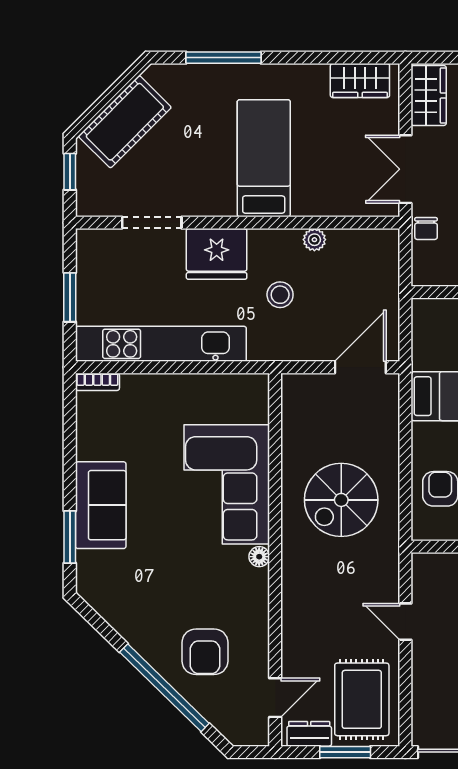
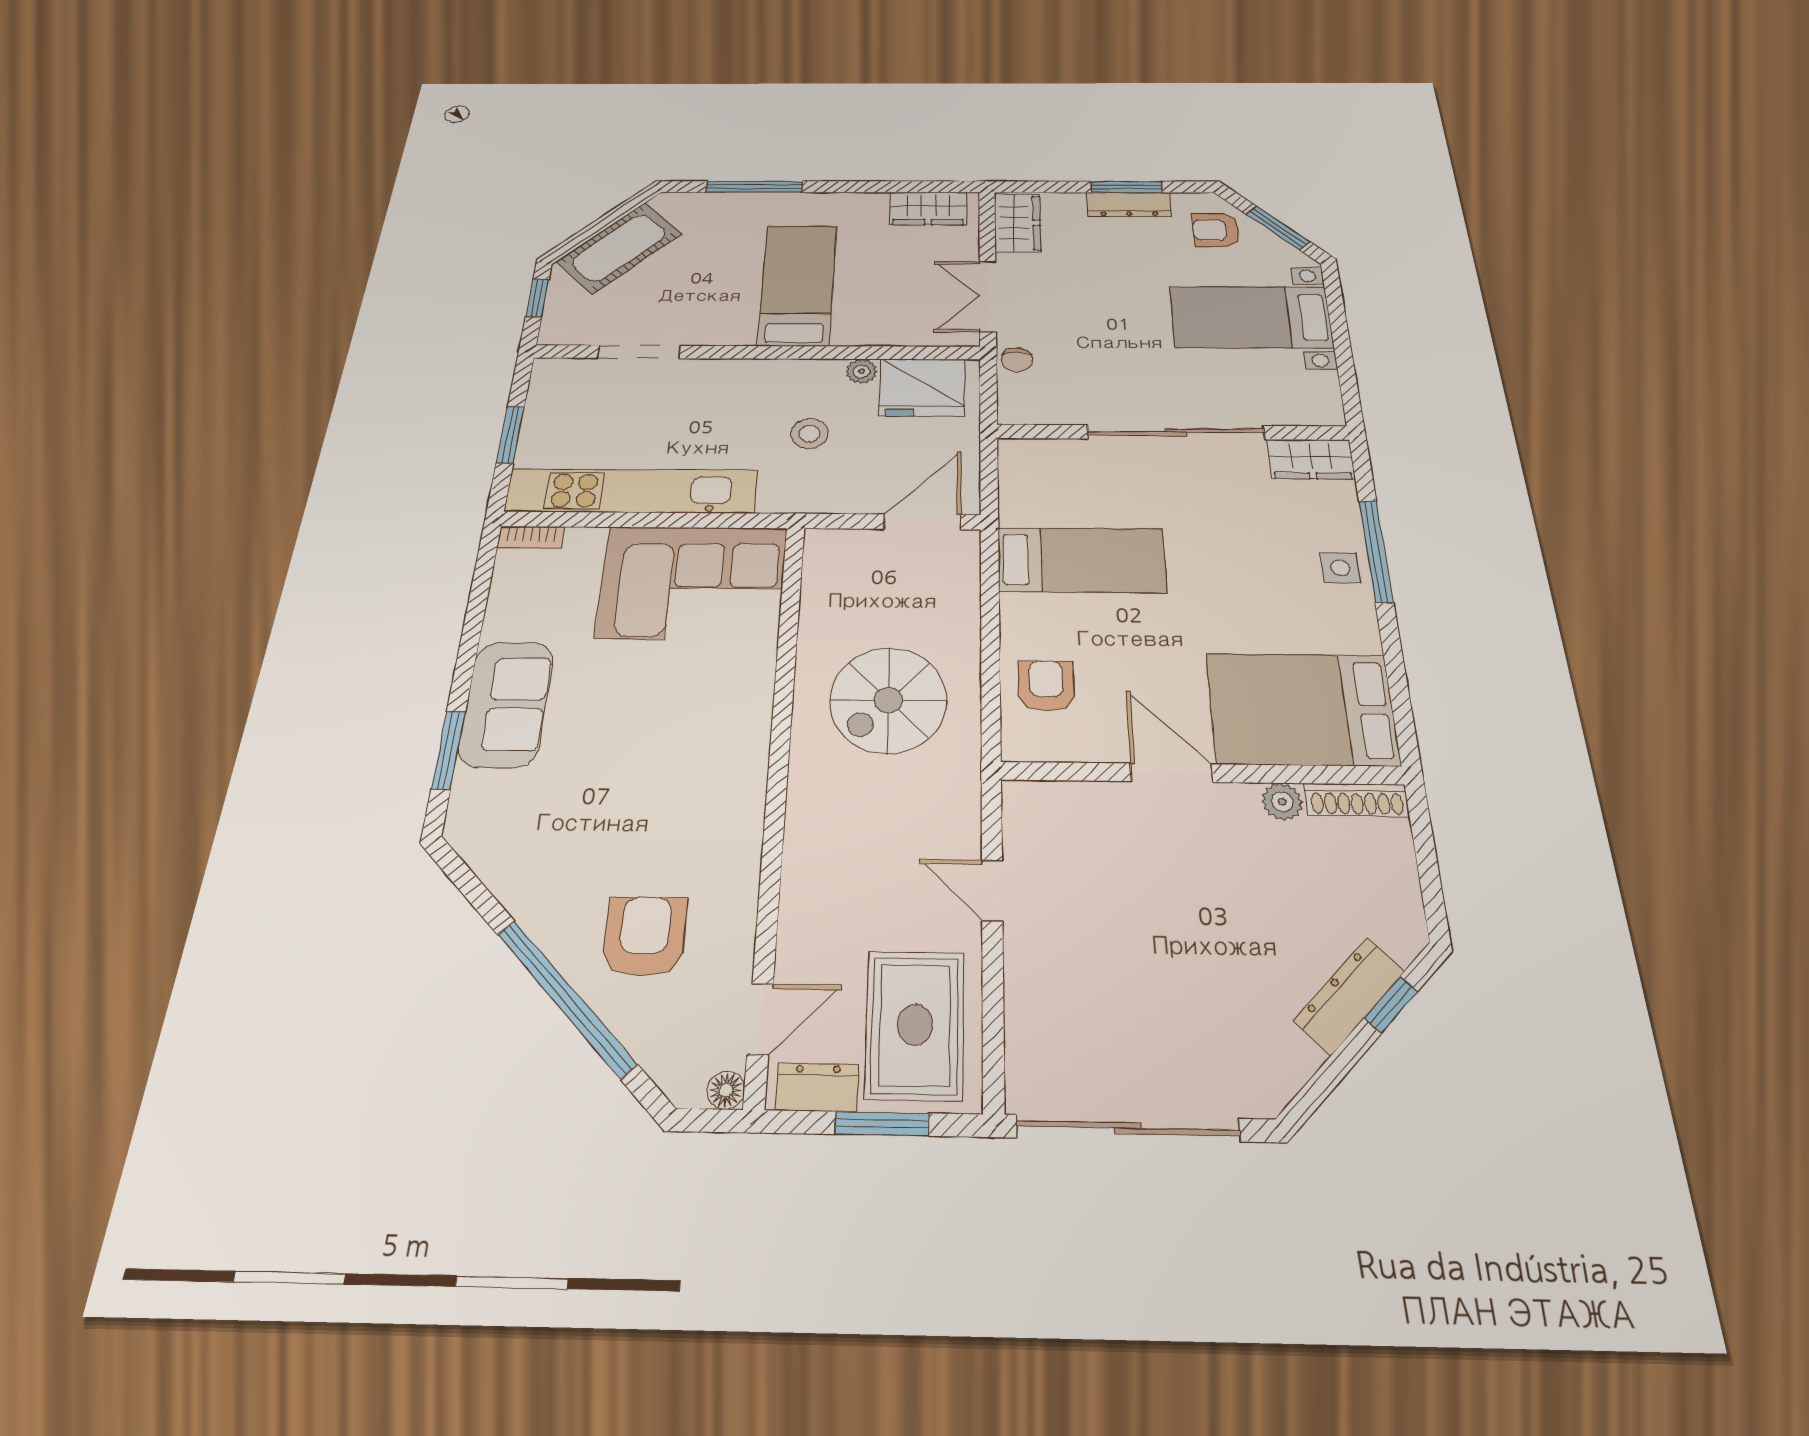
fridge: (217, 254) -> (922, 387), moved
corner sofa: (227, 484) -> (692, 582), moved, turned -90
floor lamp: (259, 557) -> (726, 1090), moved
armchair: (205, 652) -> (645, 936), turned 180

